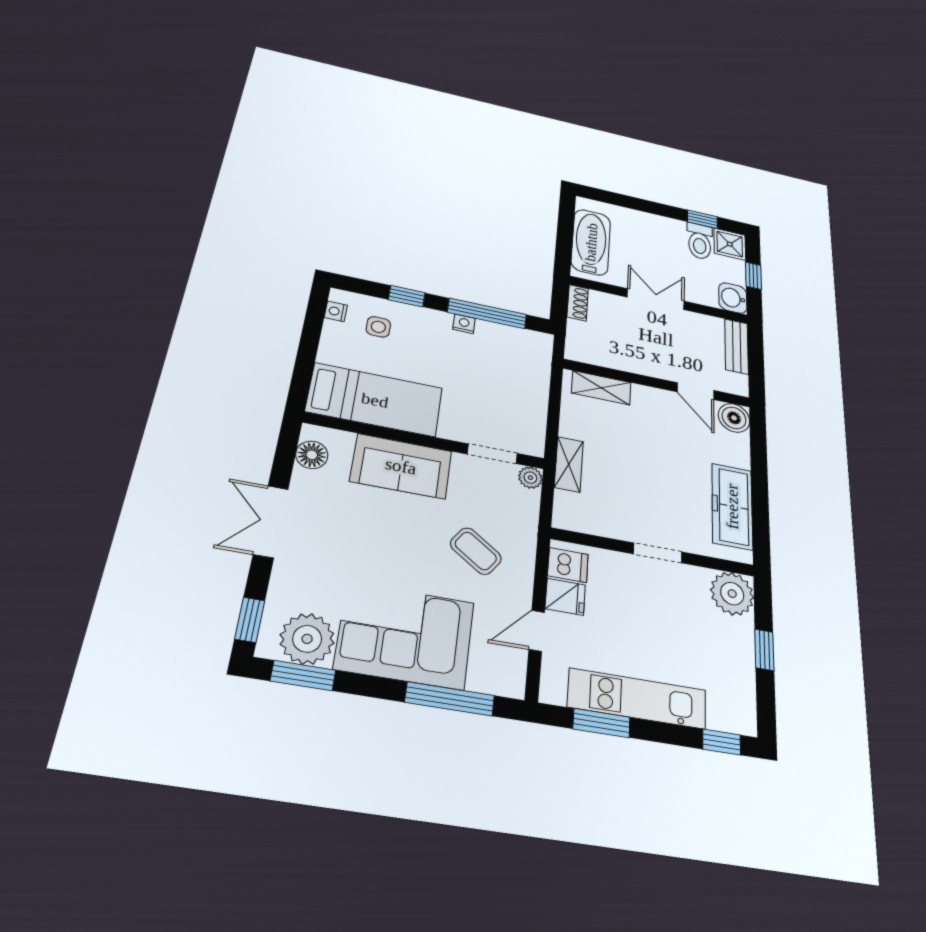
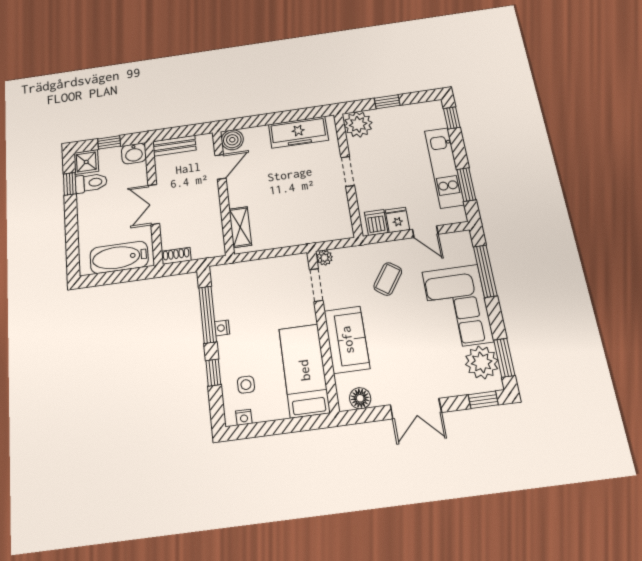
shelving: (569, 464) -> (306, 236), removed

